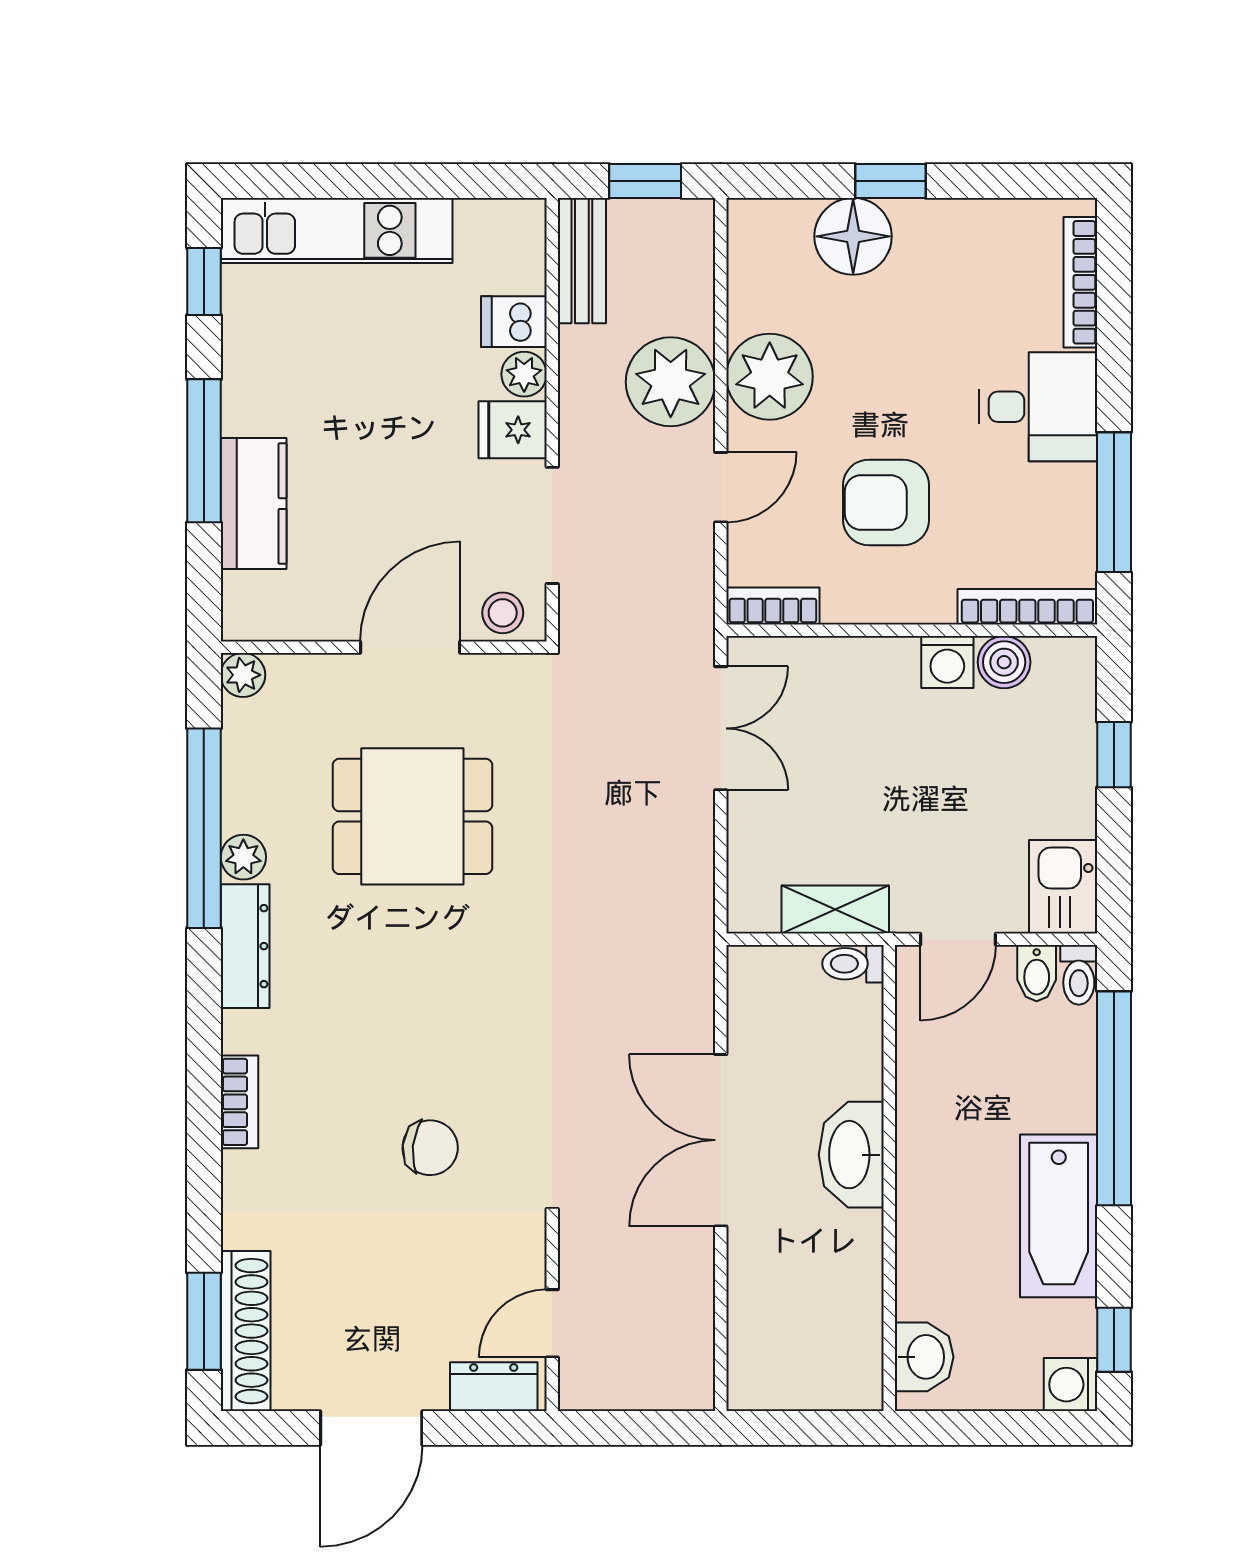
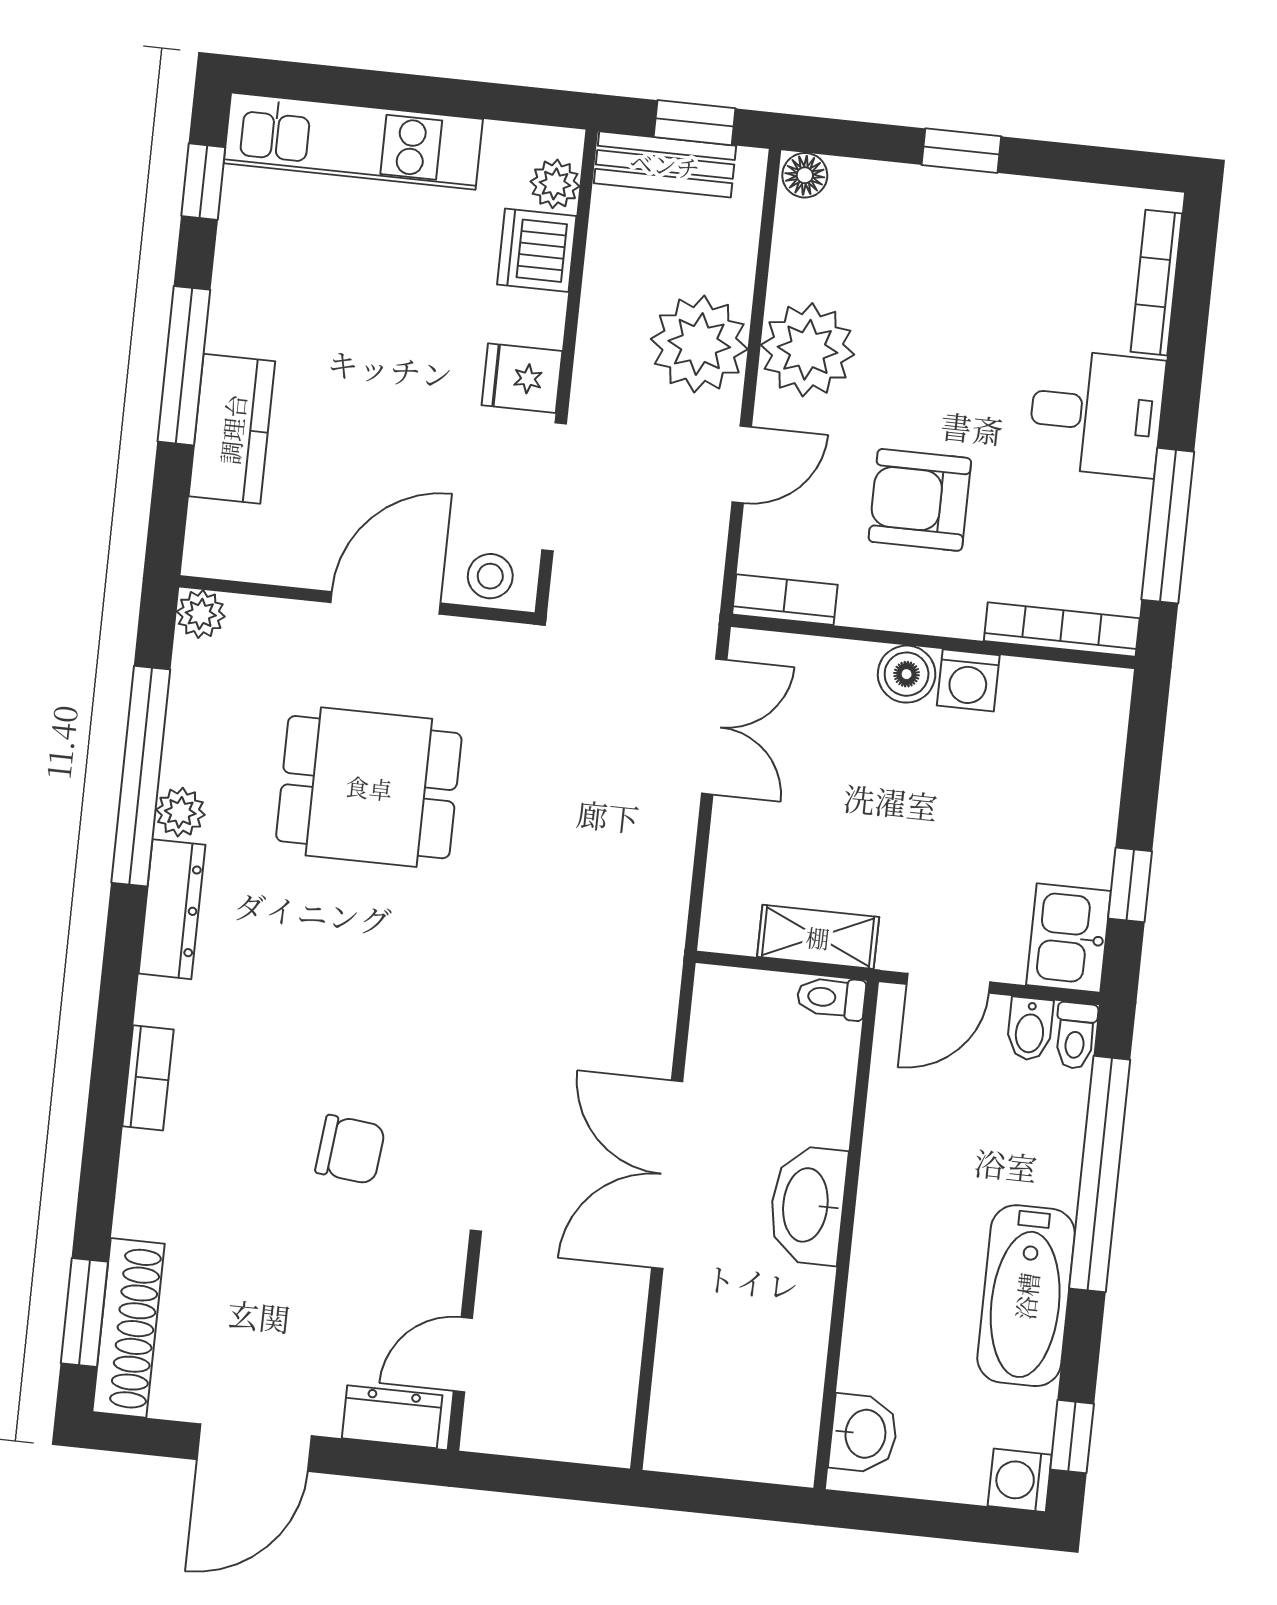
floor lamp: (853, 236) -> (805, 175), moved, width x0.53, depth x0.53
bench: (582, 261) -> (665, 164), moved, turned 90
dishwasher: (514, 322) -> (537, 250), width x1.38
plant: (524, 374) -> (555, 184), moved
boiler: (1004, 662) -> (907, 674), moved
window: (1114, 755) -> (1130, 885), moved

